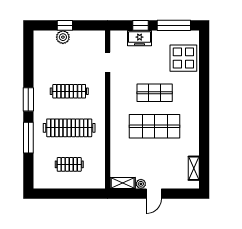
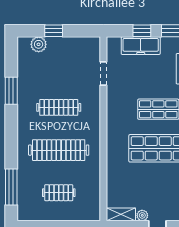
plant: (63, 37) -> (39, 44), moved
freezer: (140, 38) -> (141, 46), width x1.40
window: (28, 99) -> (11, 91), moved
window: (28, 138) -> (11, 187), moved

